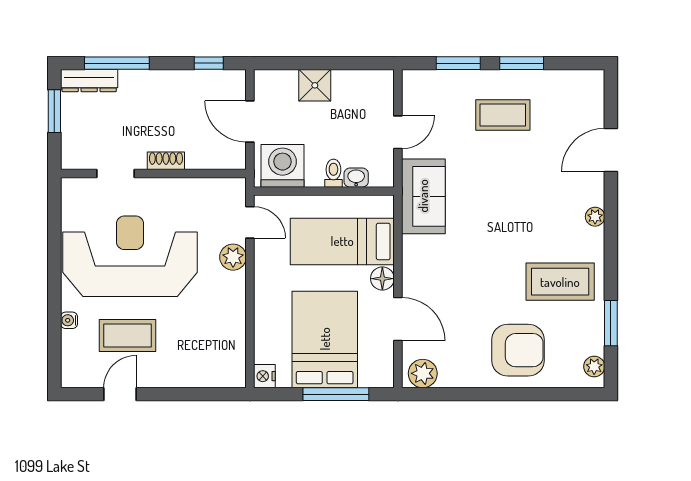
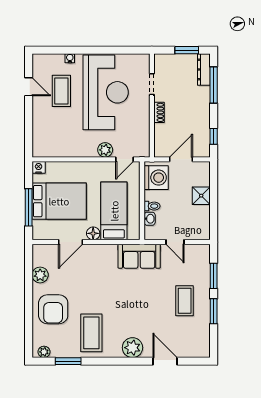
plant: (595, 217) -> (132, 348), width x1.87, depth x1.87
plant: (423, 373) -> (40, 275), moved

